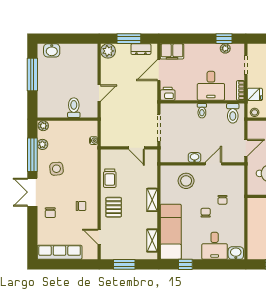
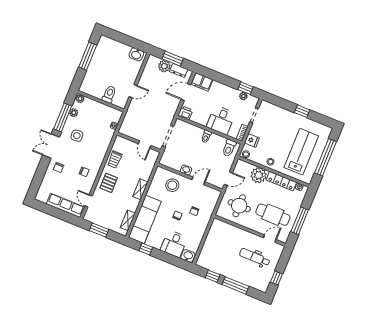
washbasin: (52, 50) -> (136, 54), moved
plant: (108, 51) -> (164, 66), moved
row of seats: (60, 252) -> (65, 206), moved

